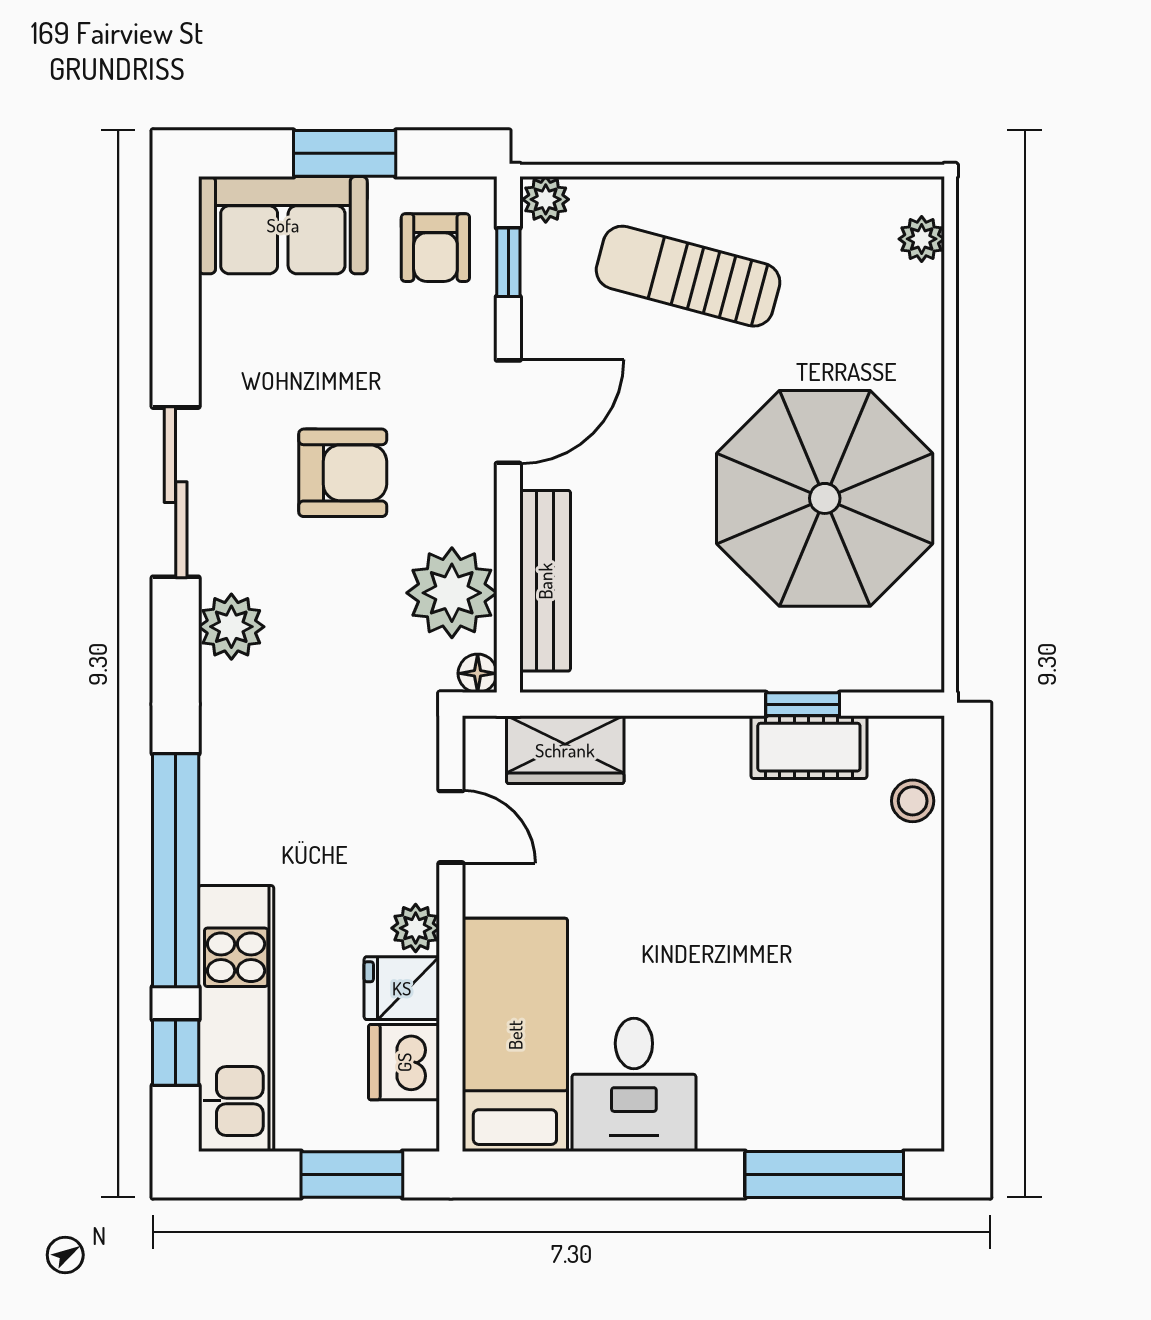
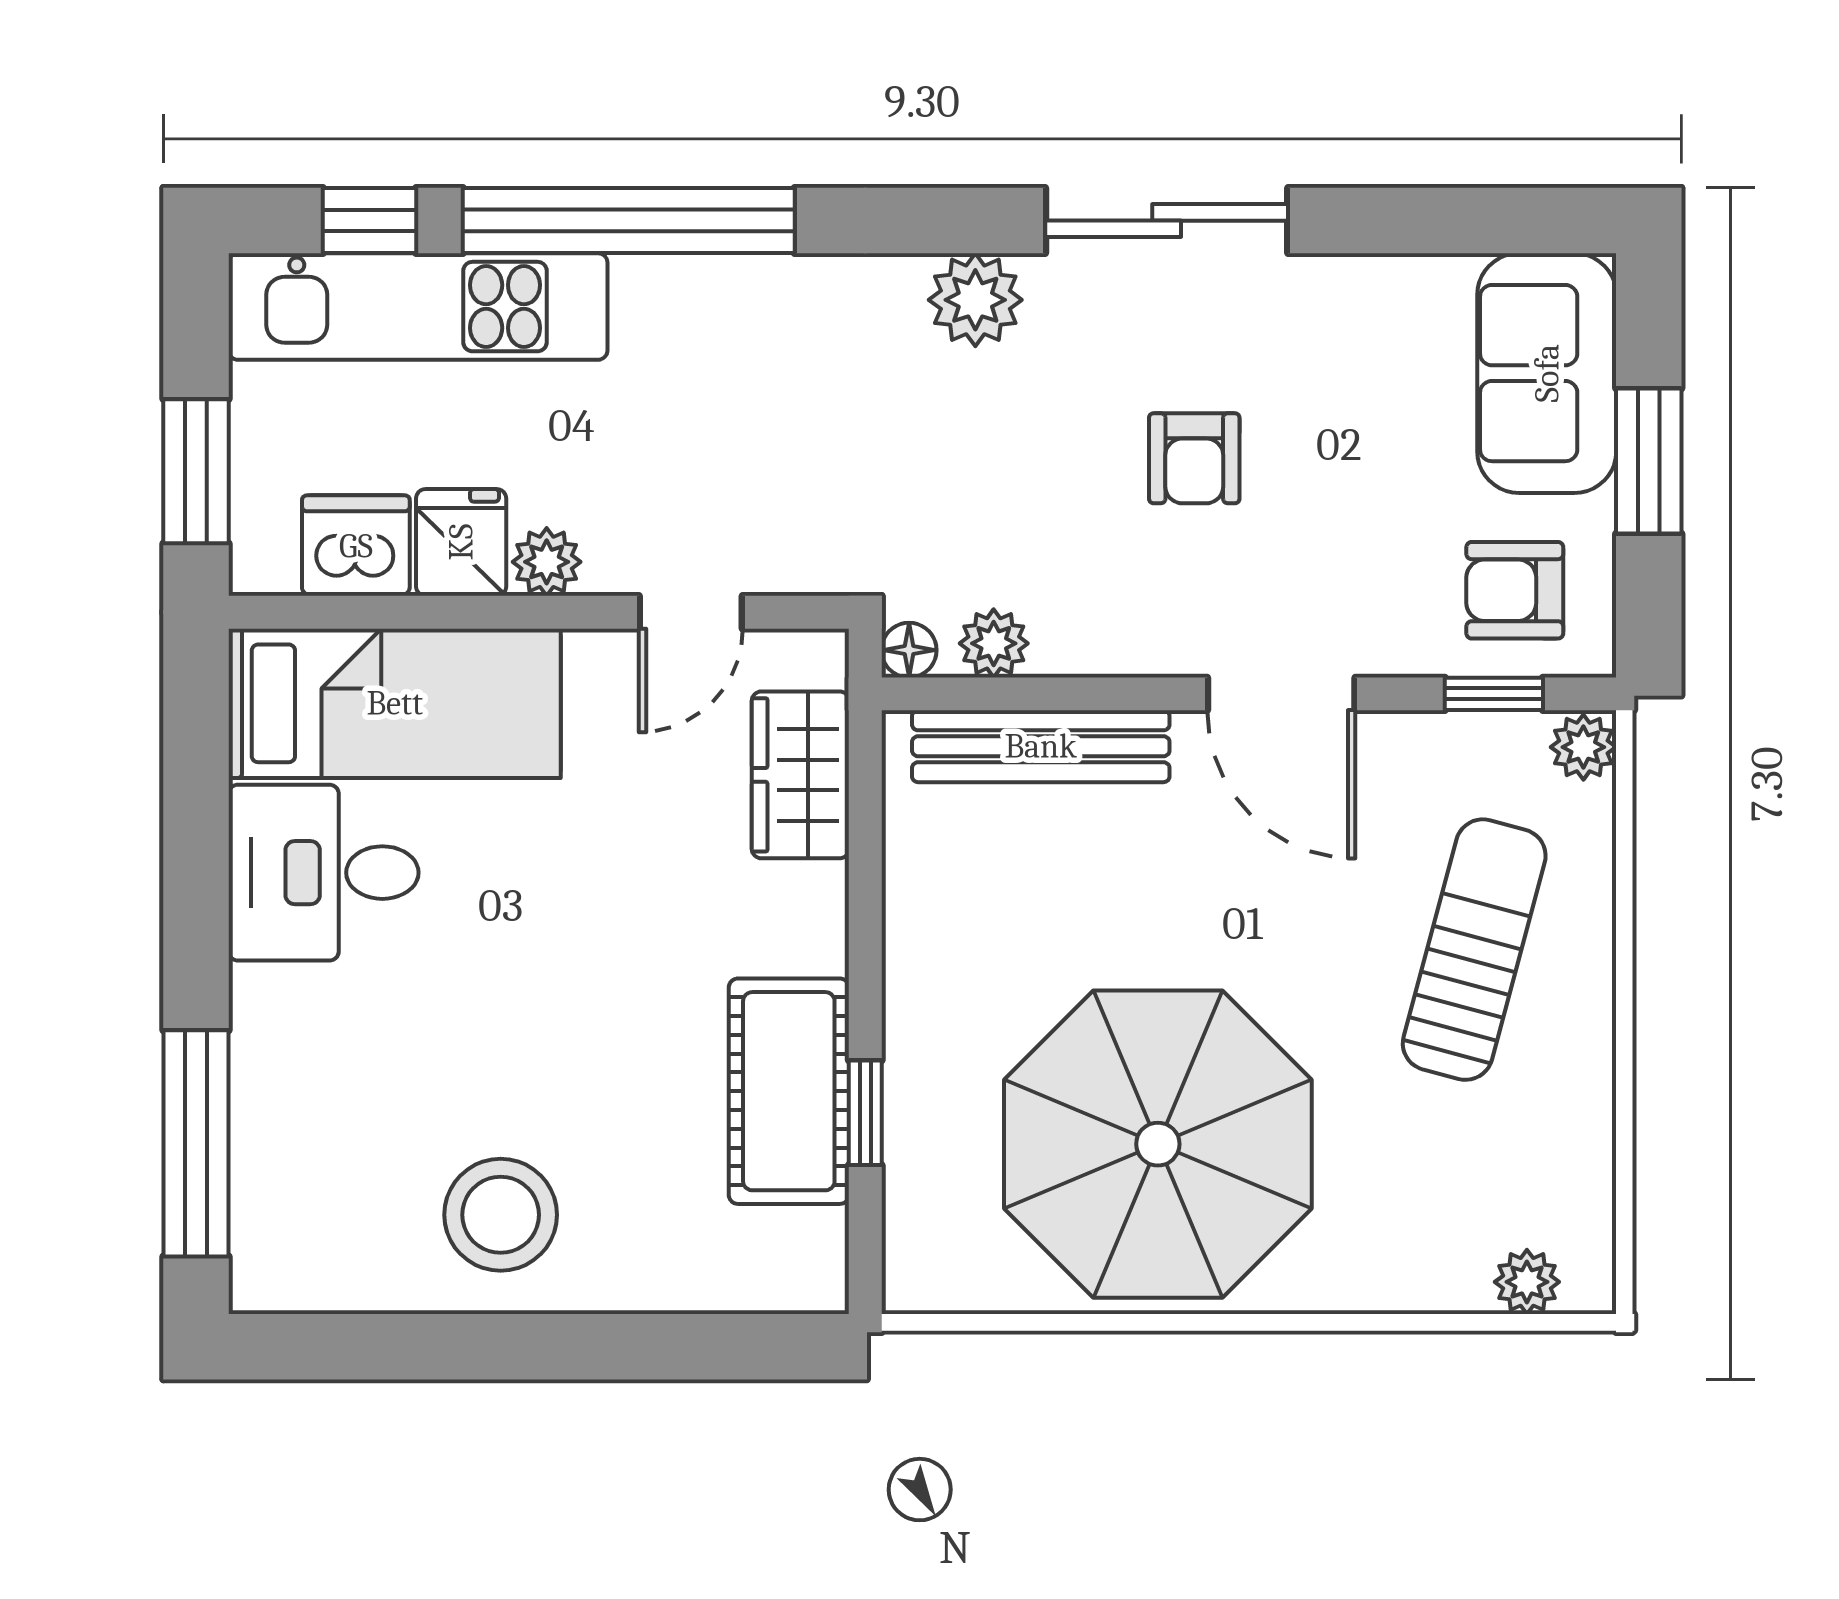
armchair: (343, 473) -> (1194, 458), width x0.72, depth x0.72
plant: (452, 593) -> (994, 643), width x0.53, depth x0.53
cot: (809, 747) -> (789, 1091), width x1.37, depth x1.34
stool: (913, 801) -> (501, 1215), moved, width x1.89, depth x1.89

